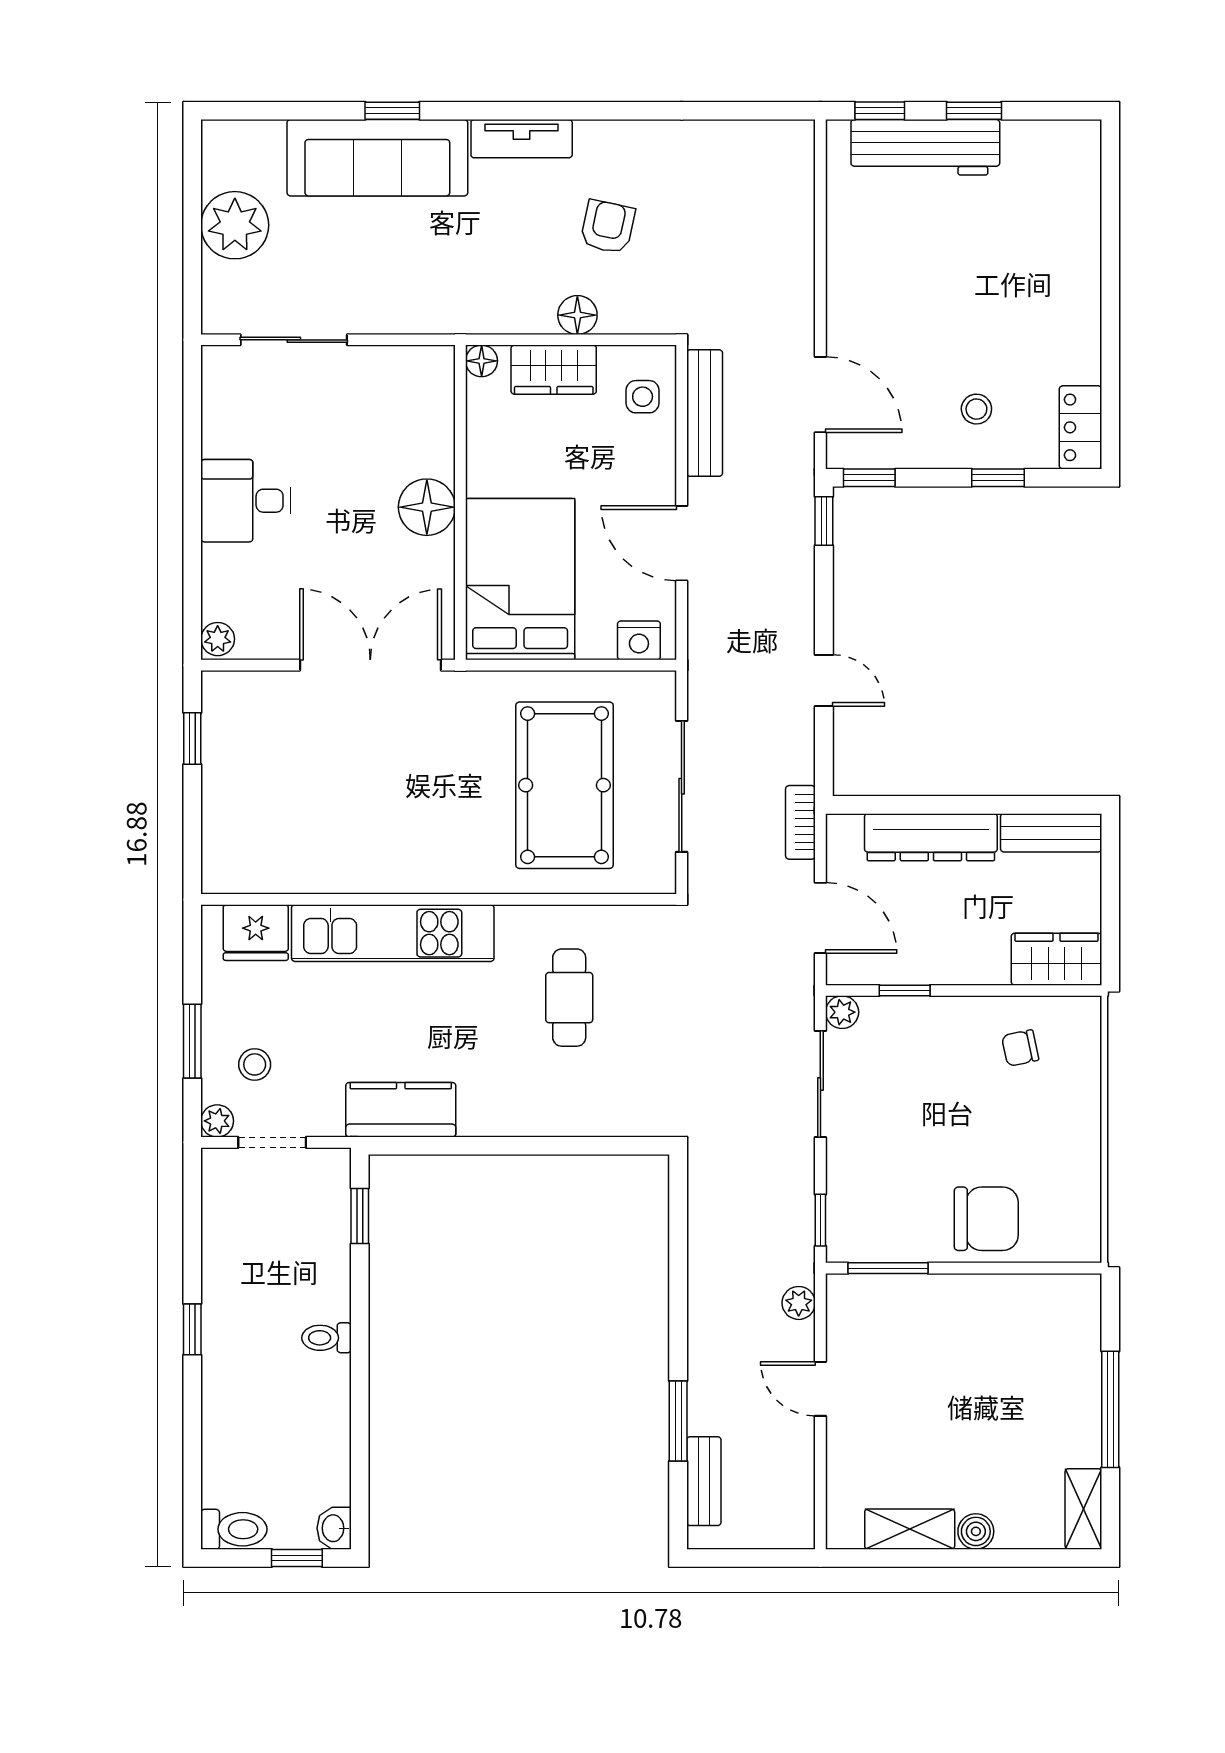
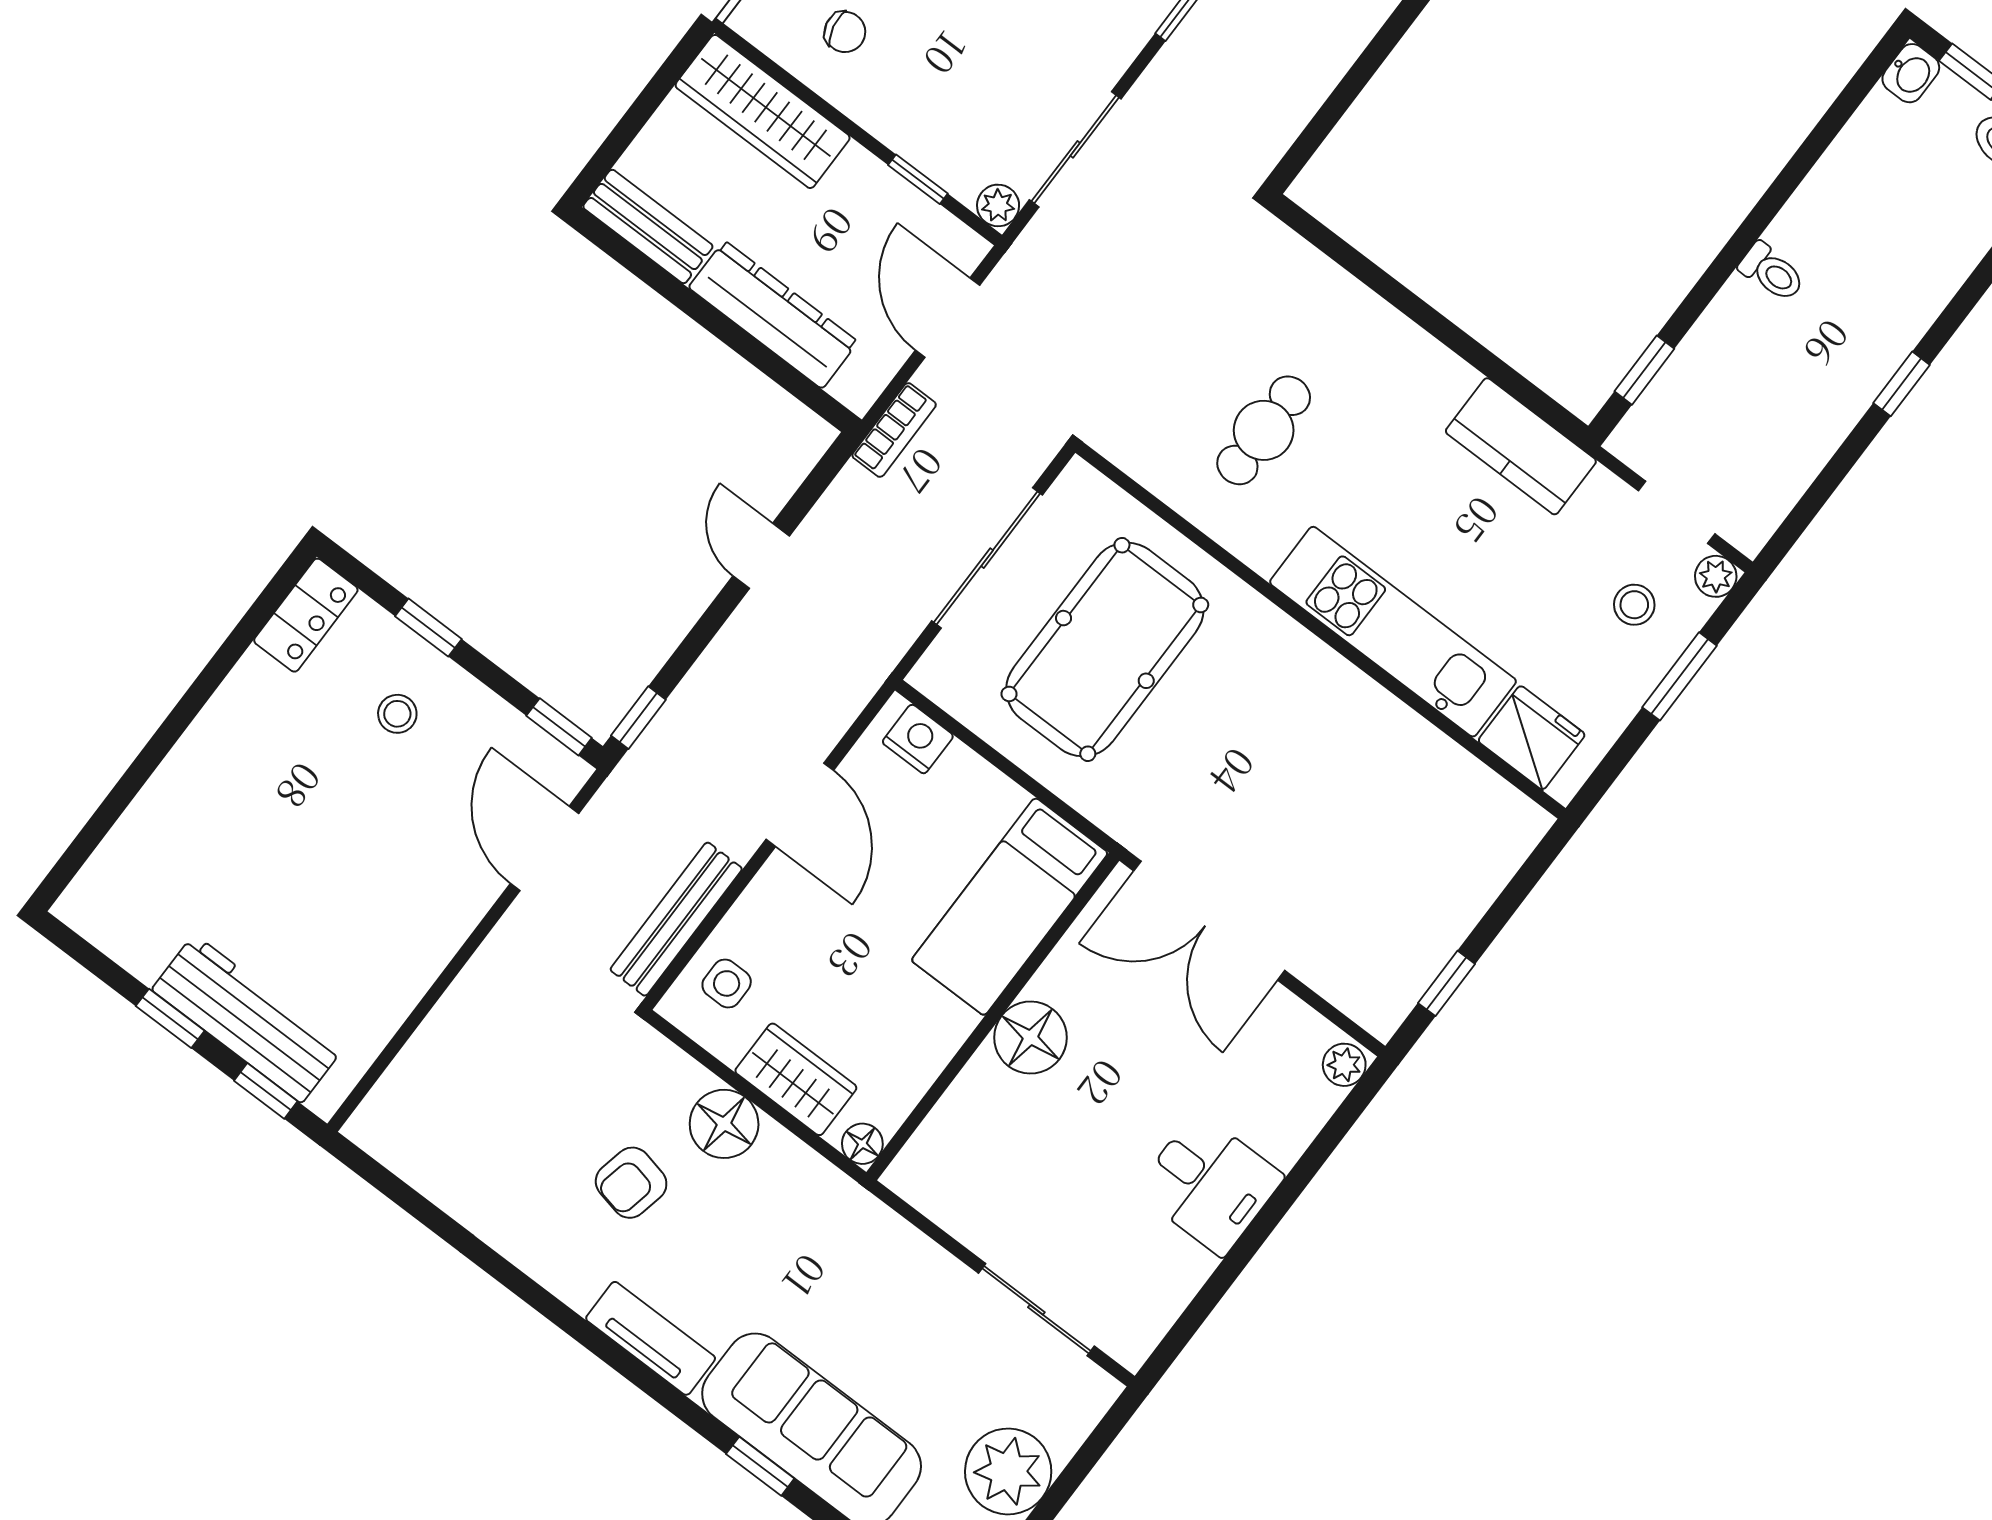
floor lamp: (577, 315) -> (724, 1124), width x1.38, depth x1.38
bed: (520, 579) -> (1010, 907), width x0.67
wardrobe: (1056, 959) -> (763, 111), width x1.50

